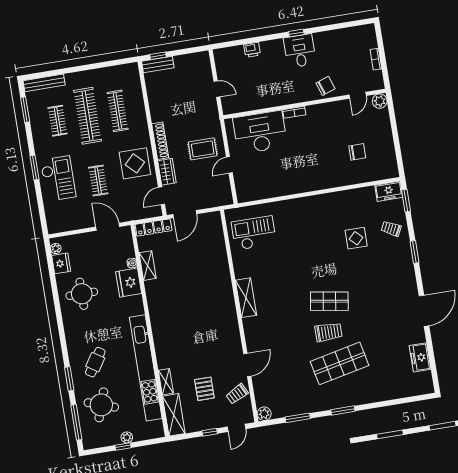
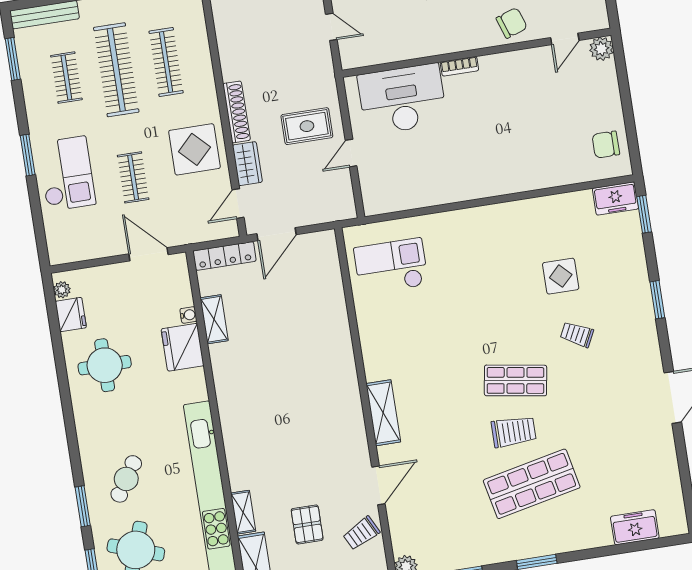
chair: (357, 152) -> (606, 145), moved, turned 180
trolley: (391, 229) -> (577, 334), moved
shelving: (246, 298) -> (383, 413), moved
freezer: (420, 357) -> (635, 527), moved, turned 90

